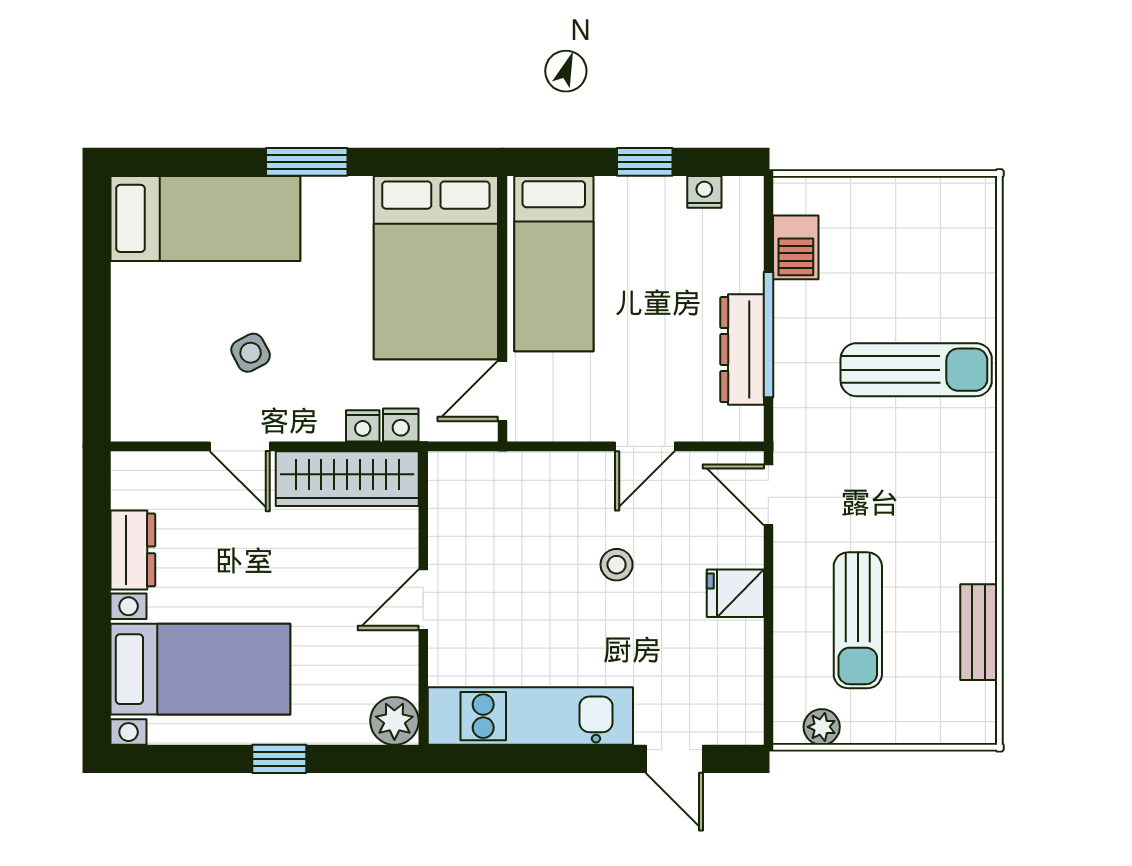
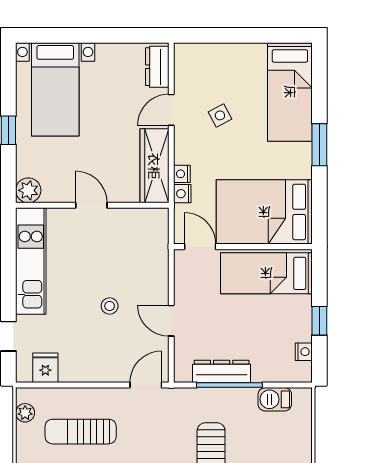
dresser: (133, 550) -> (157, 67), moved, turned 90
fridge: (735, 593) -> (45, 368), moved

